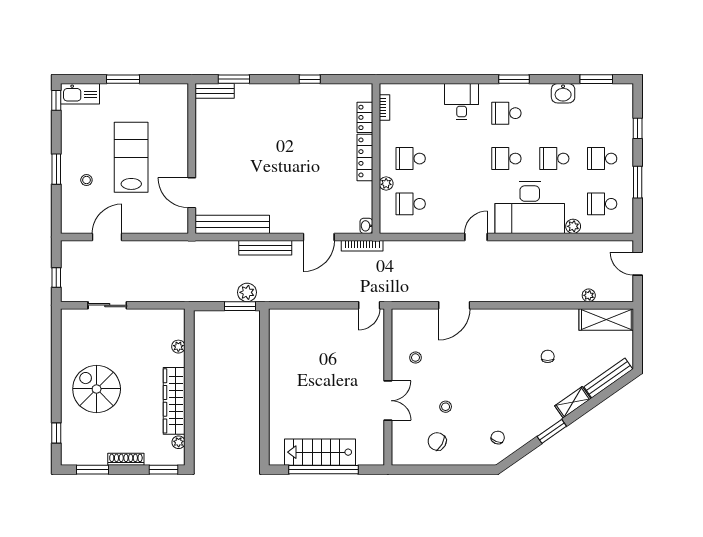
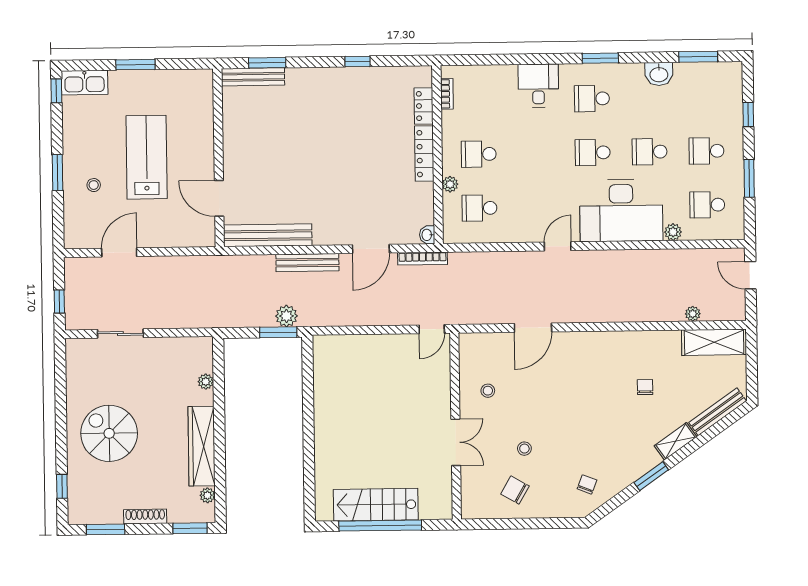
bench: (215, 91) -> (253, 77), width x1.36

